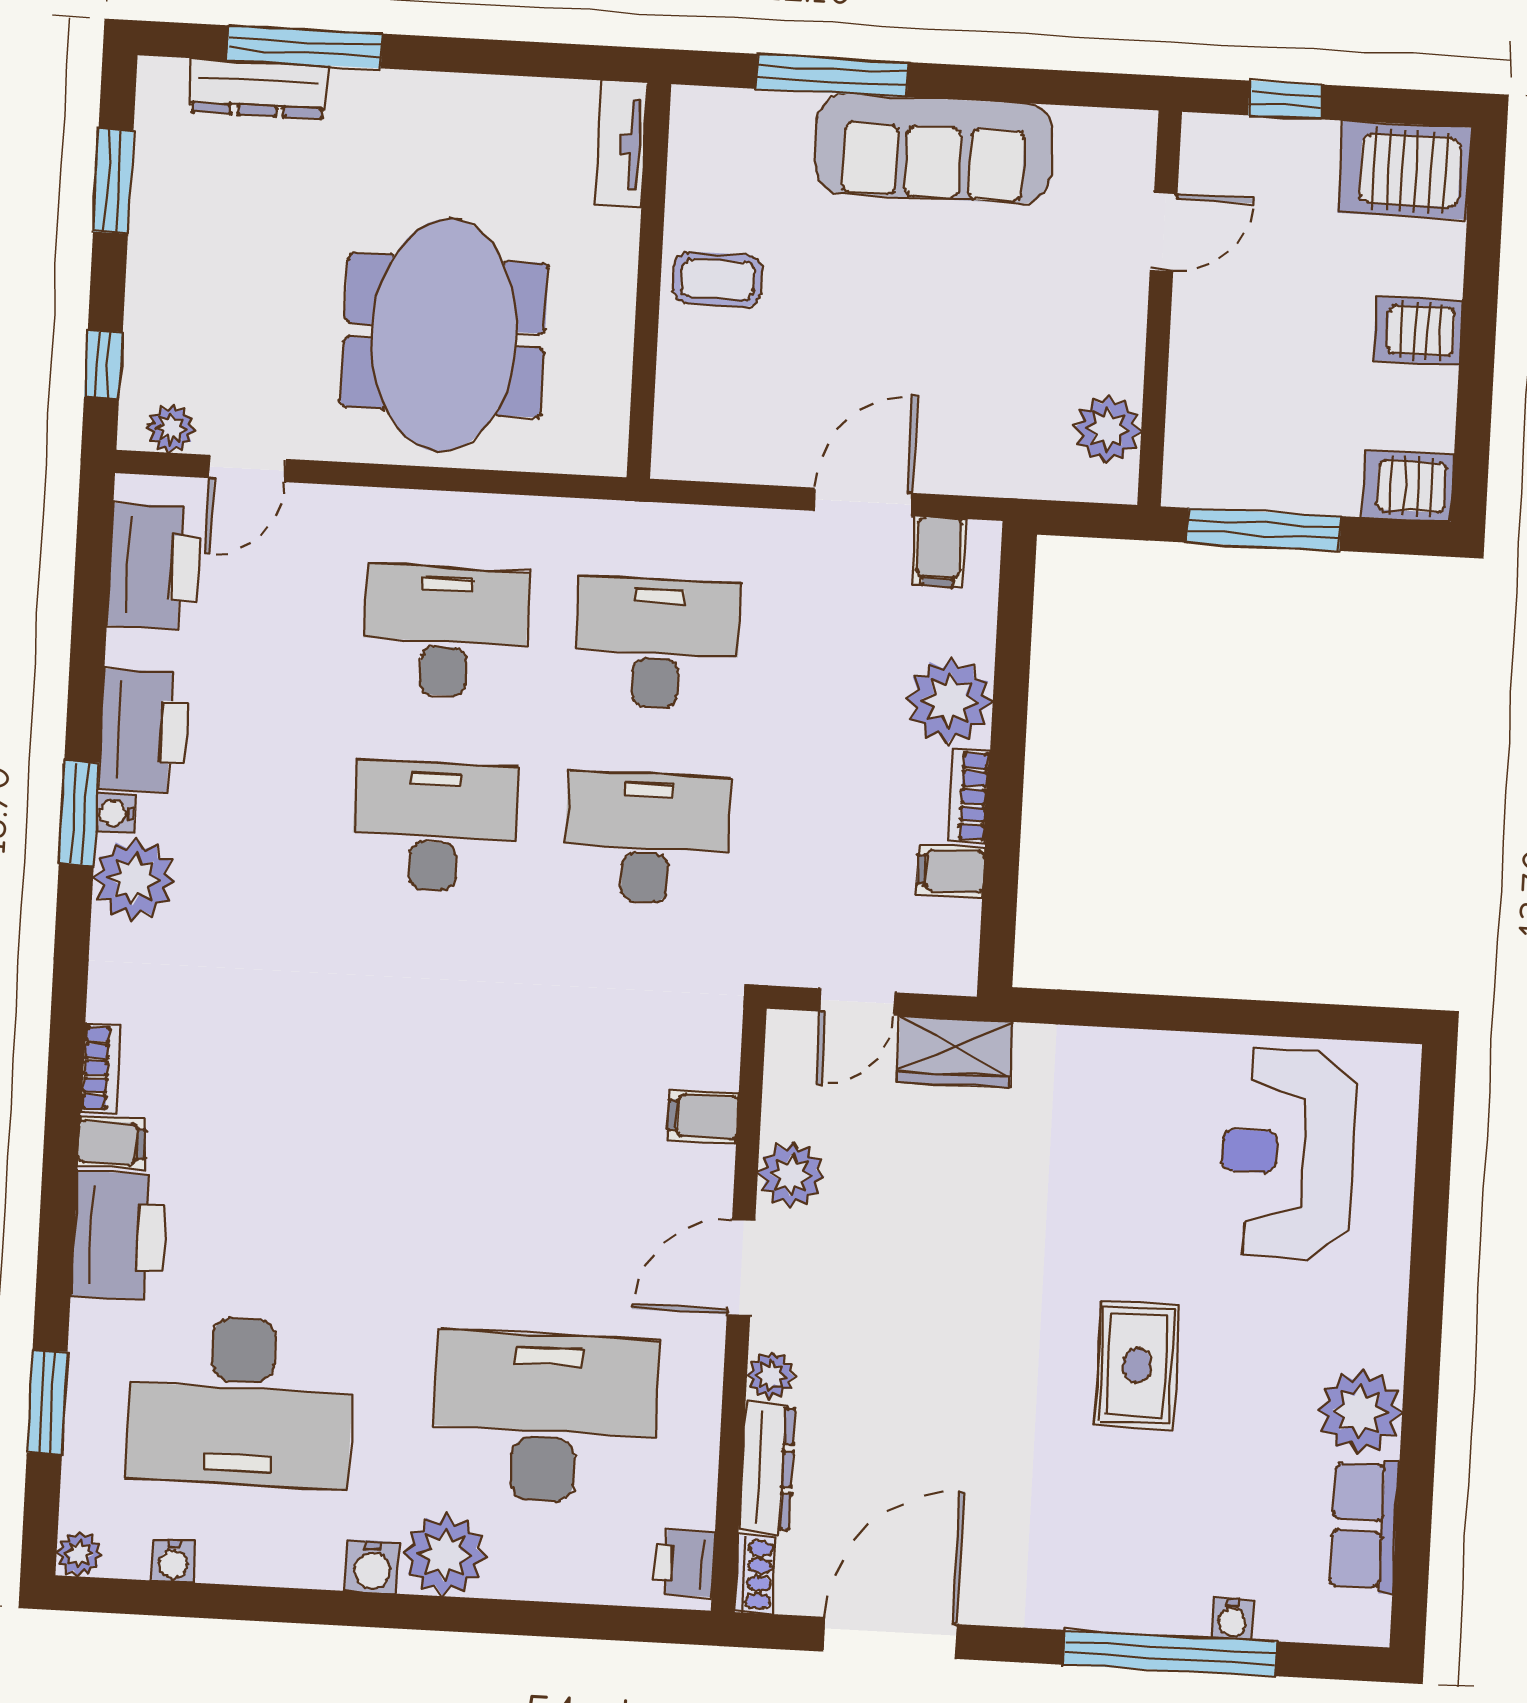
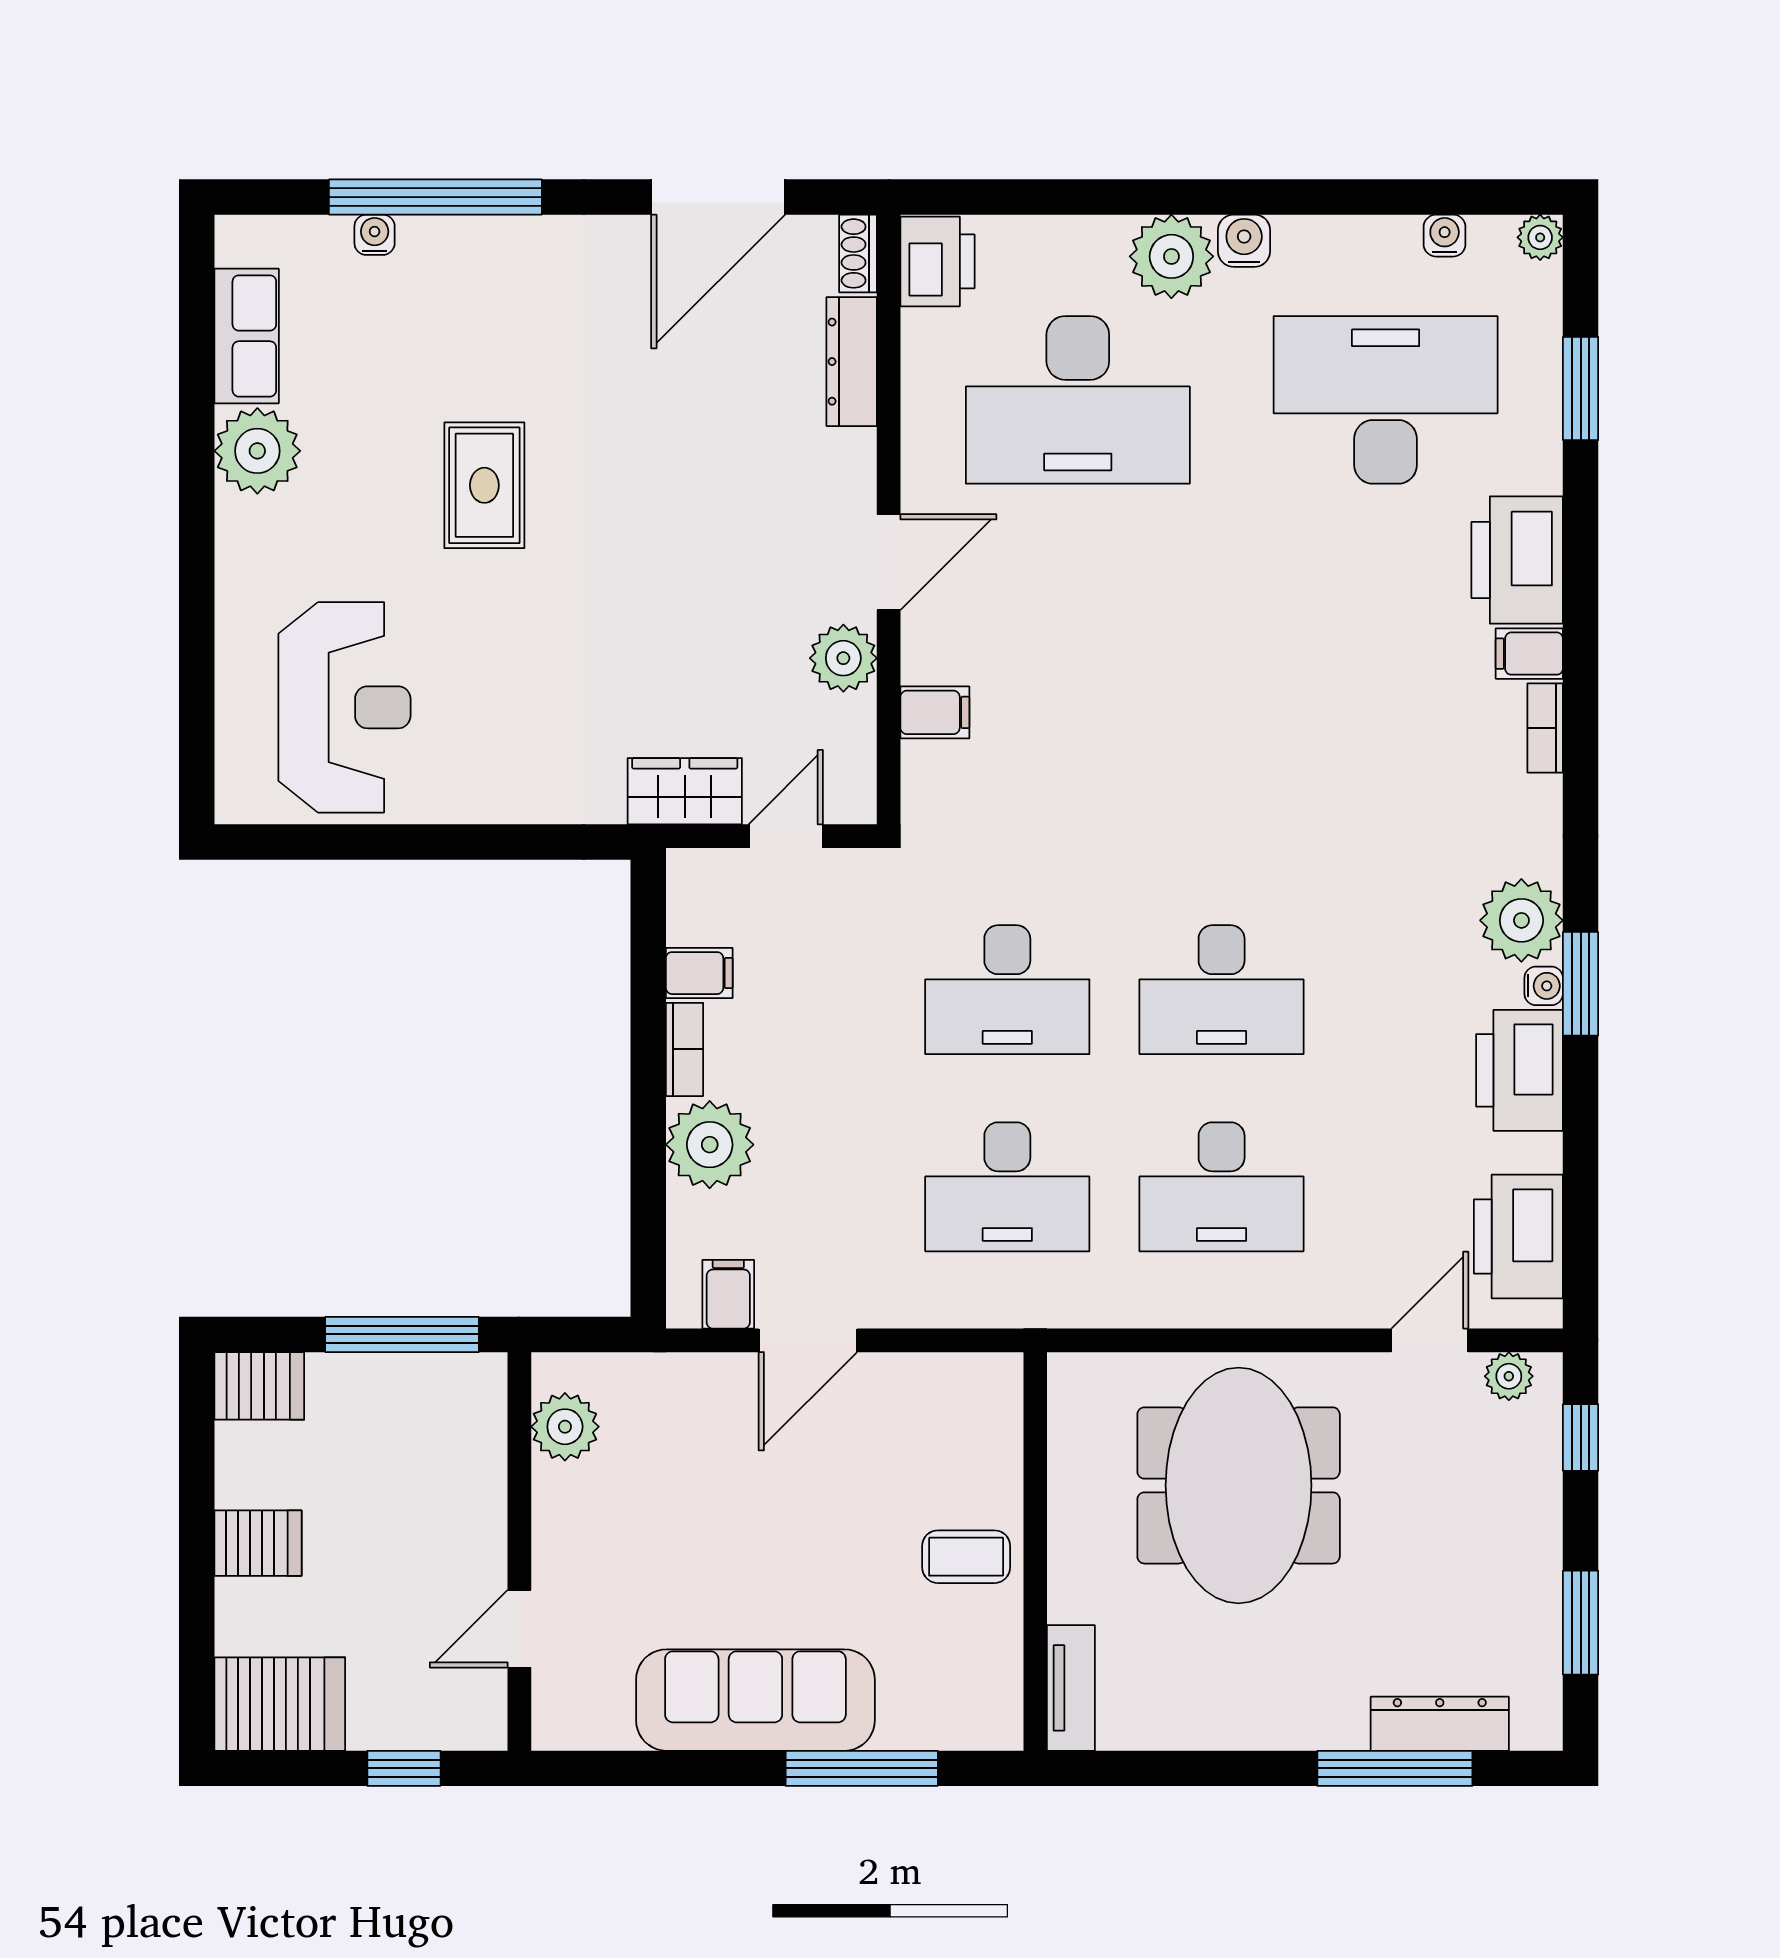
plant: (771, 1375) -> (853, 455), removed
printer: (684, 1563) -> (938, 261), width x1.36, depth x1.24

